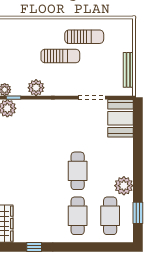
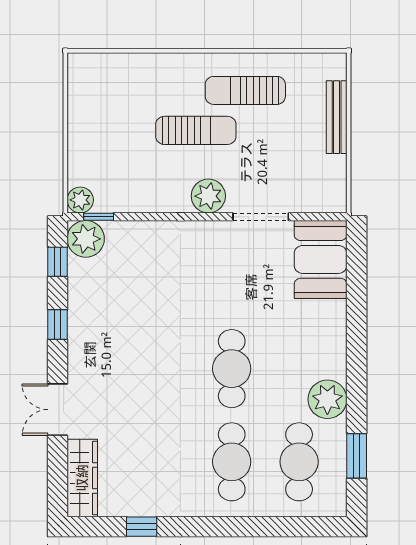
sun lounger: (84, 37) -> (245, 90), turned 180
bench: (128, 70) -> (337, 117), moved
plant: (36, 88) -> (208, 196), moved

